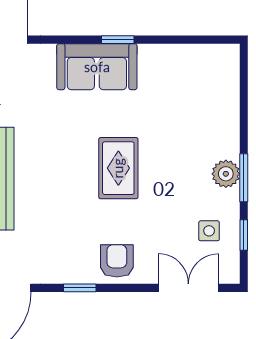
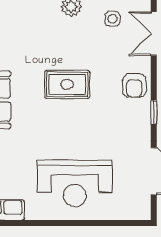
armchair: (117, 261) -> (134, 85), turned -90

